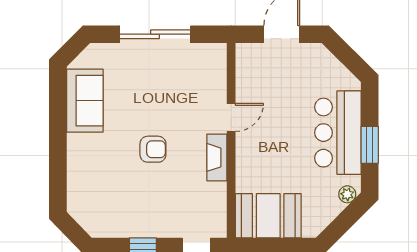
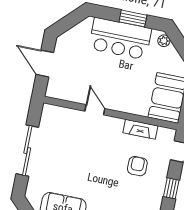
armchair: (153, 149) -> (137, 166), moved
fireplace: (217, 157) -> (140, 129), moved

